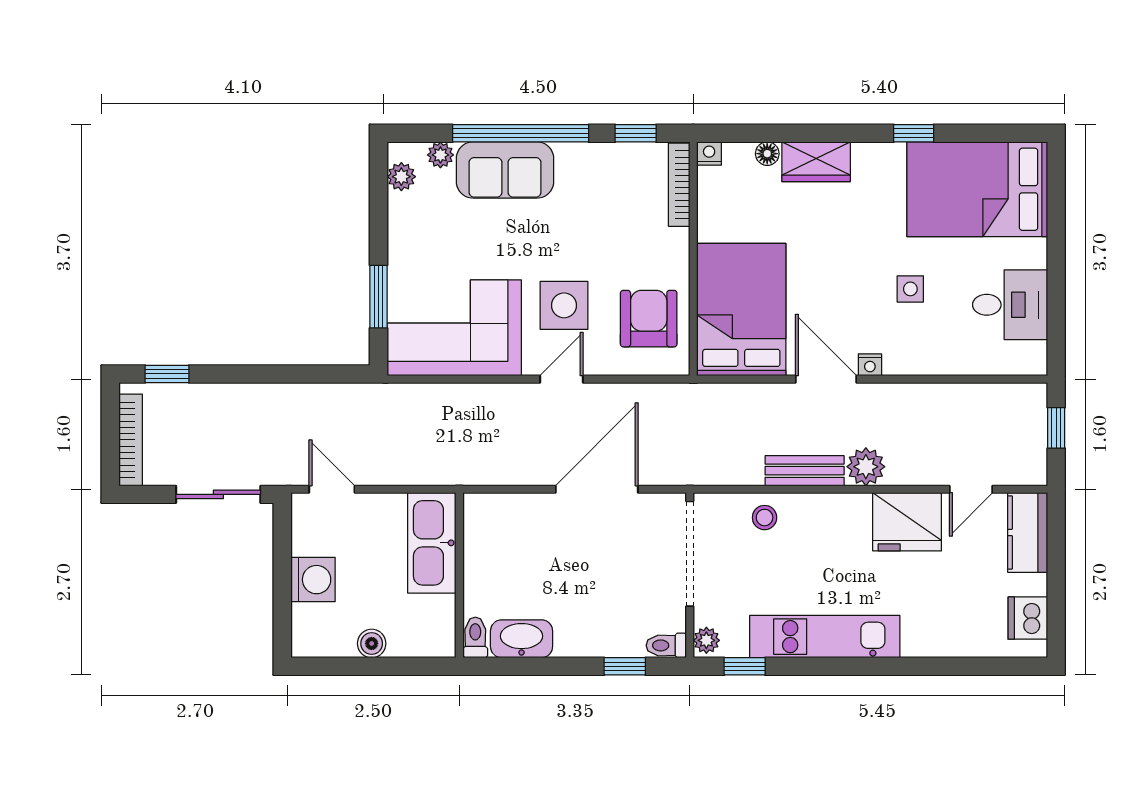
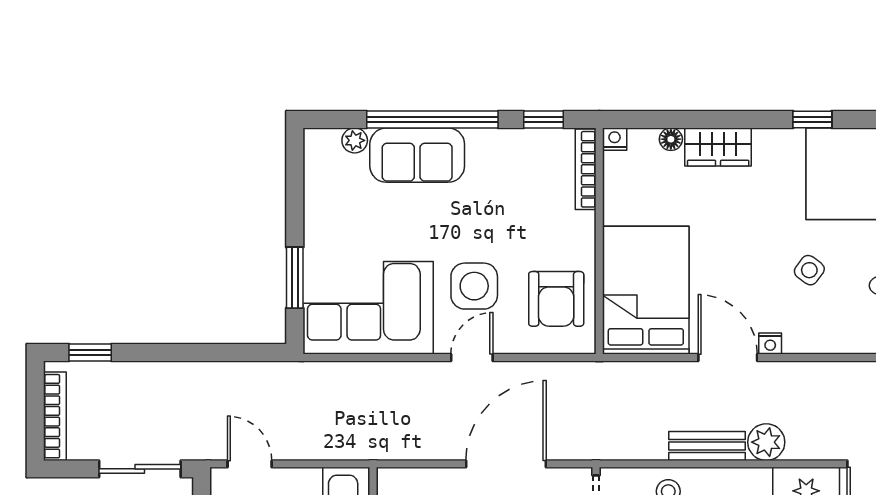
plant: (401, 177) -> (317, 161), removed
side table: (910, 289) -> (809, 270), turned 37
armchair: (649, 319) -> (556, 299), turned 180

